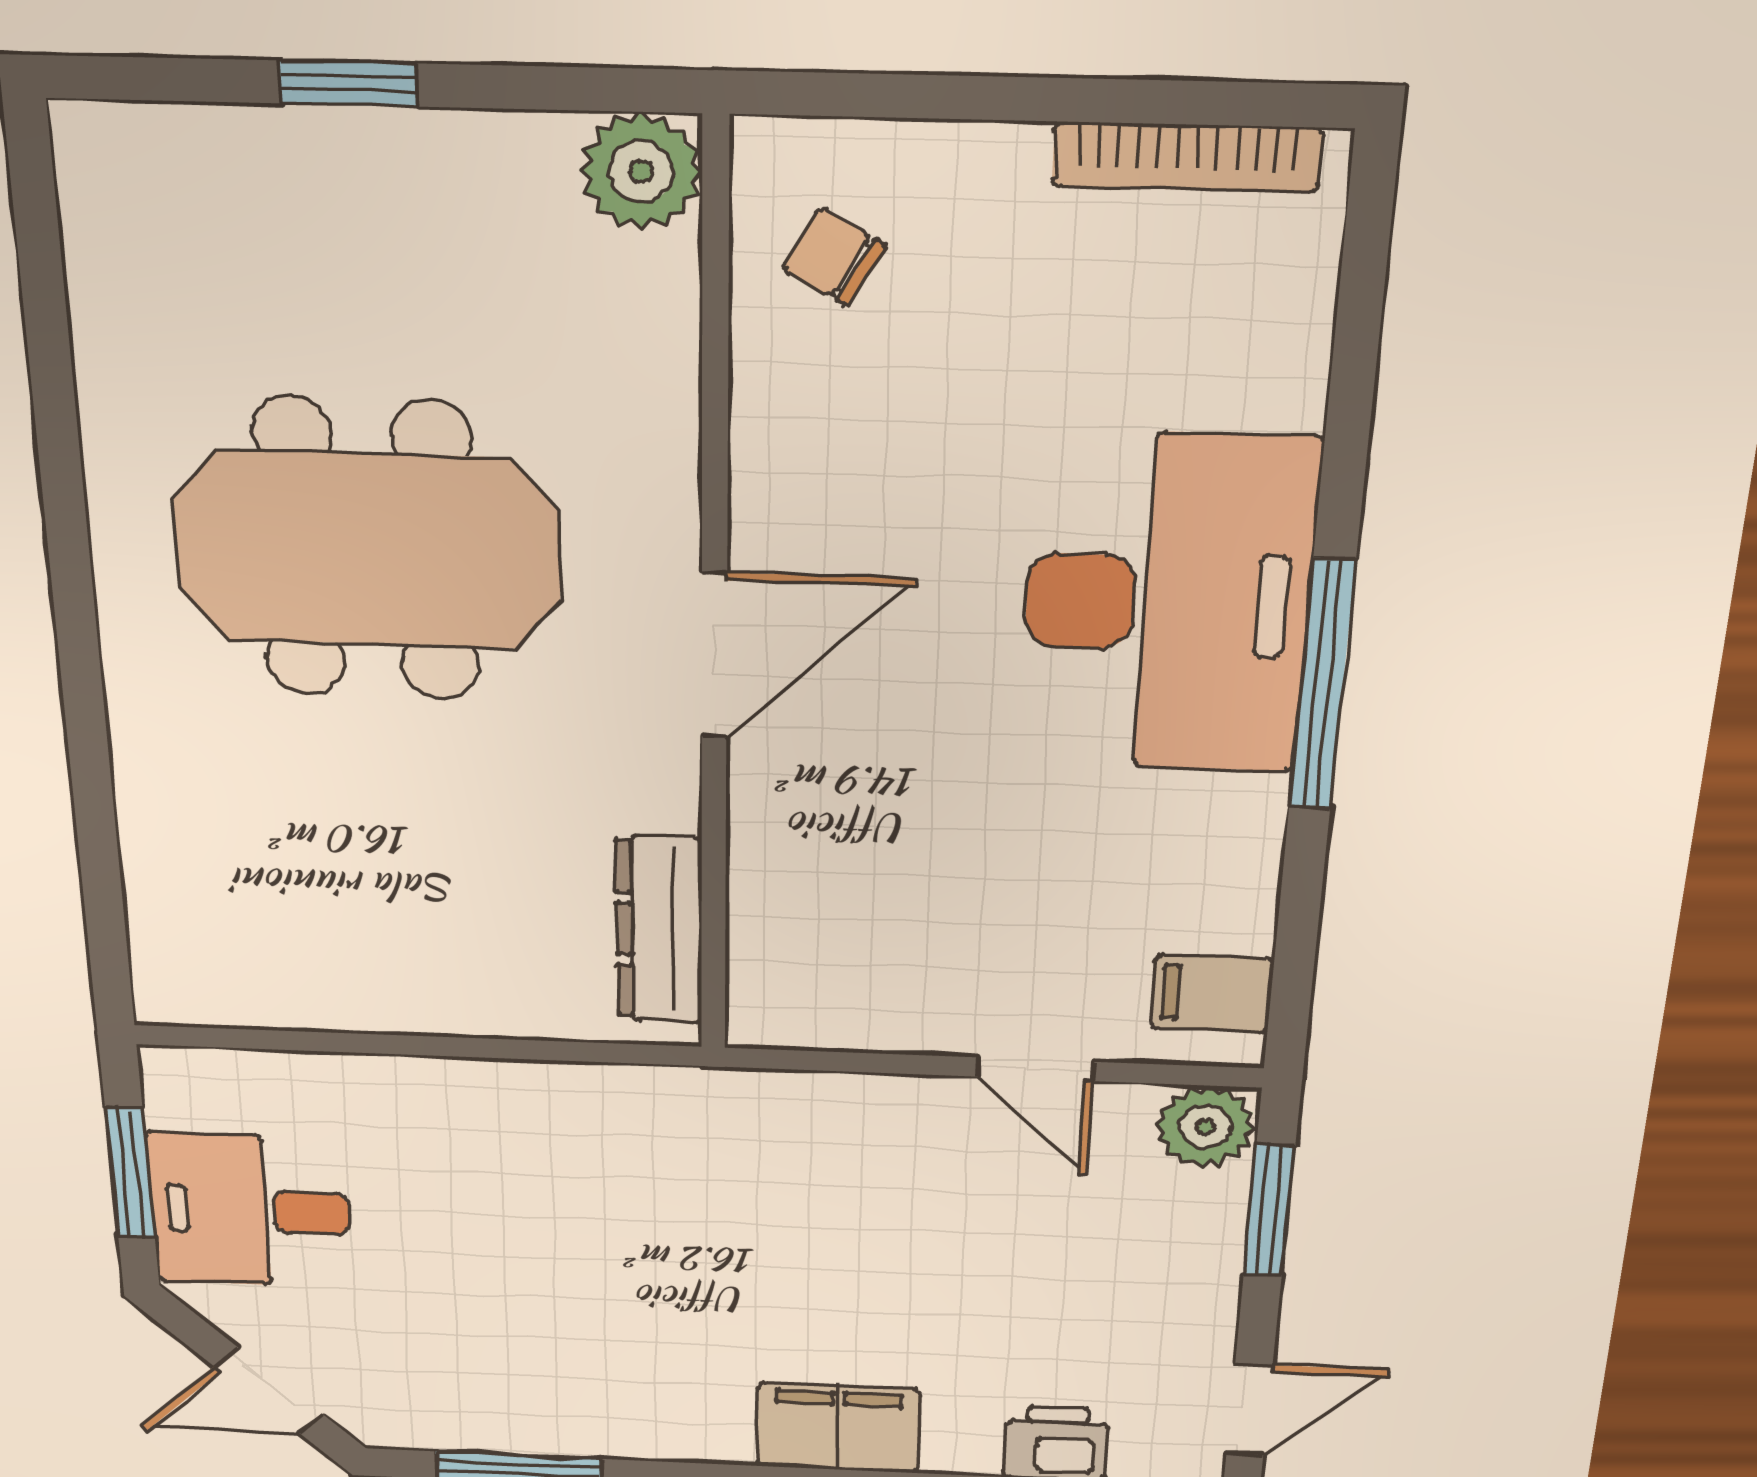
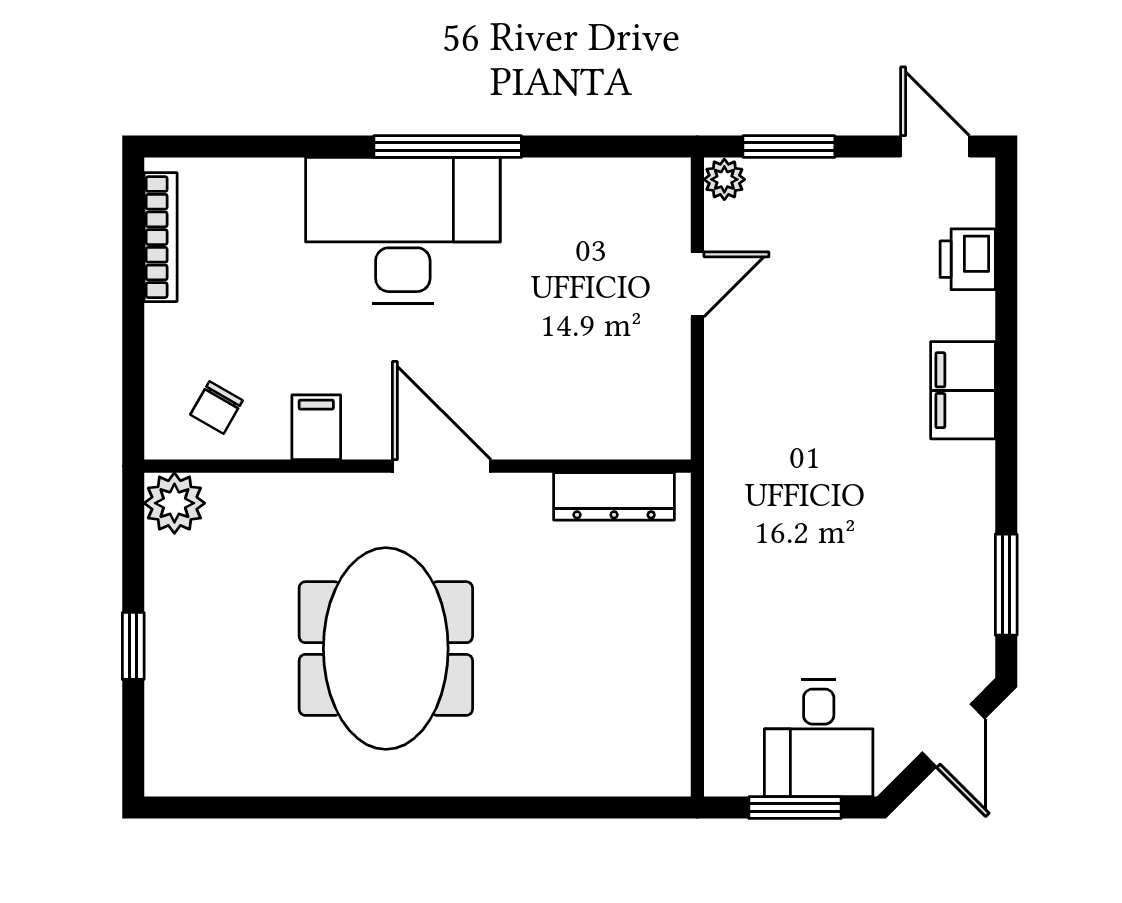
filing cabinet: (1212, 994) -> (316, 427), moved, turned 180
plant: (1205, 1126) -> (724, 179), width x0.73, depth x0.73

